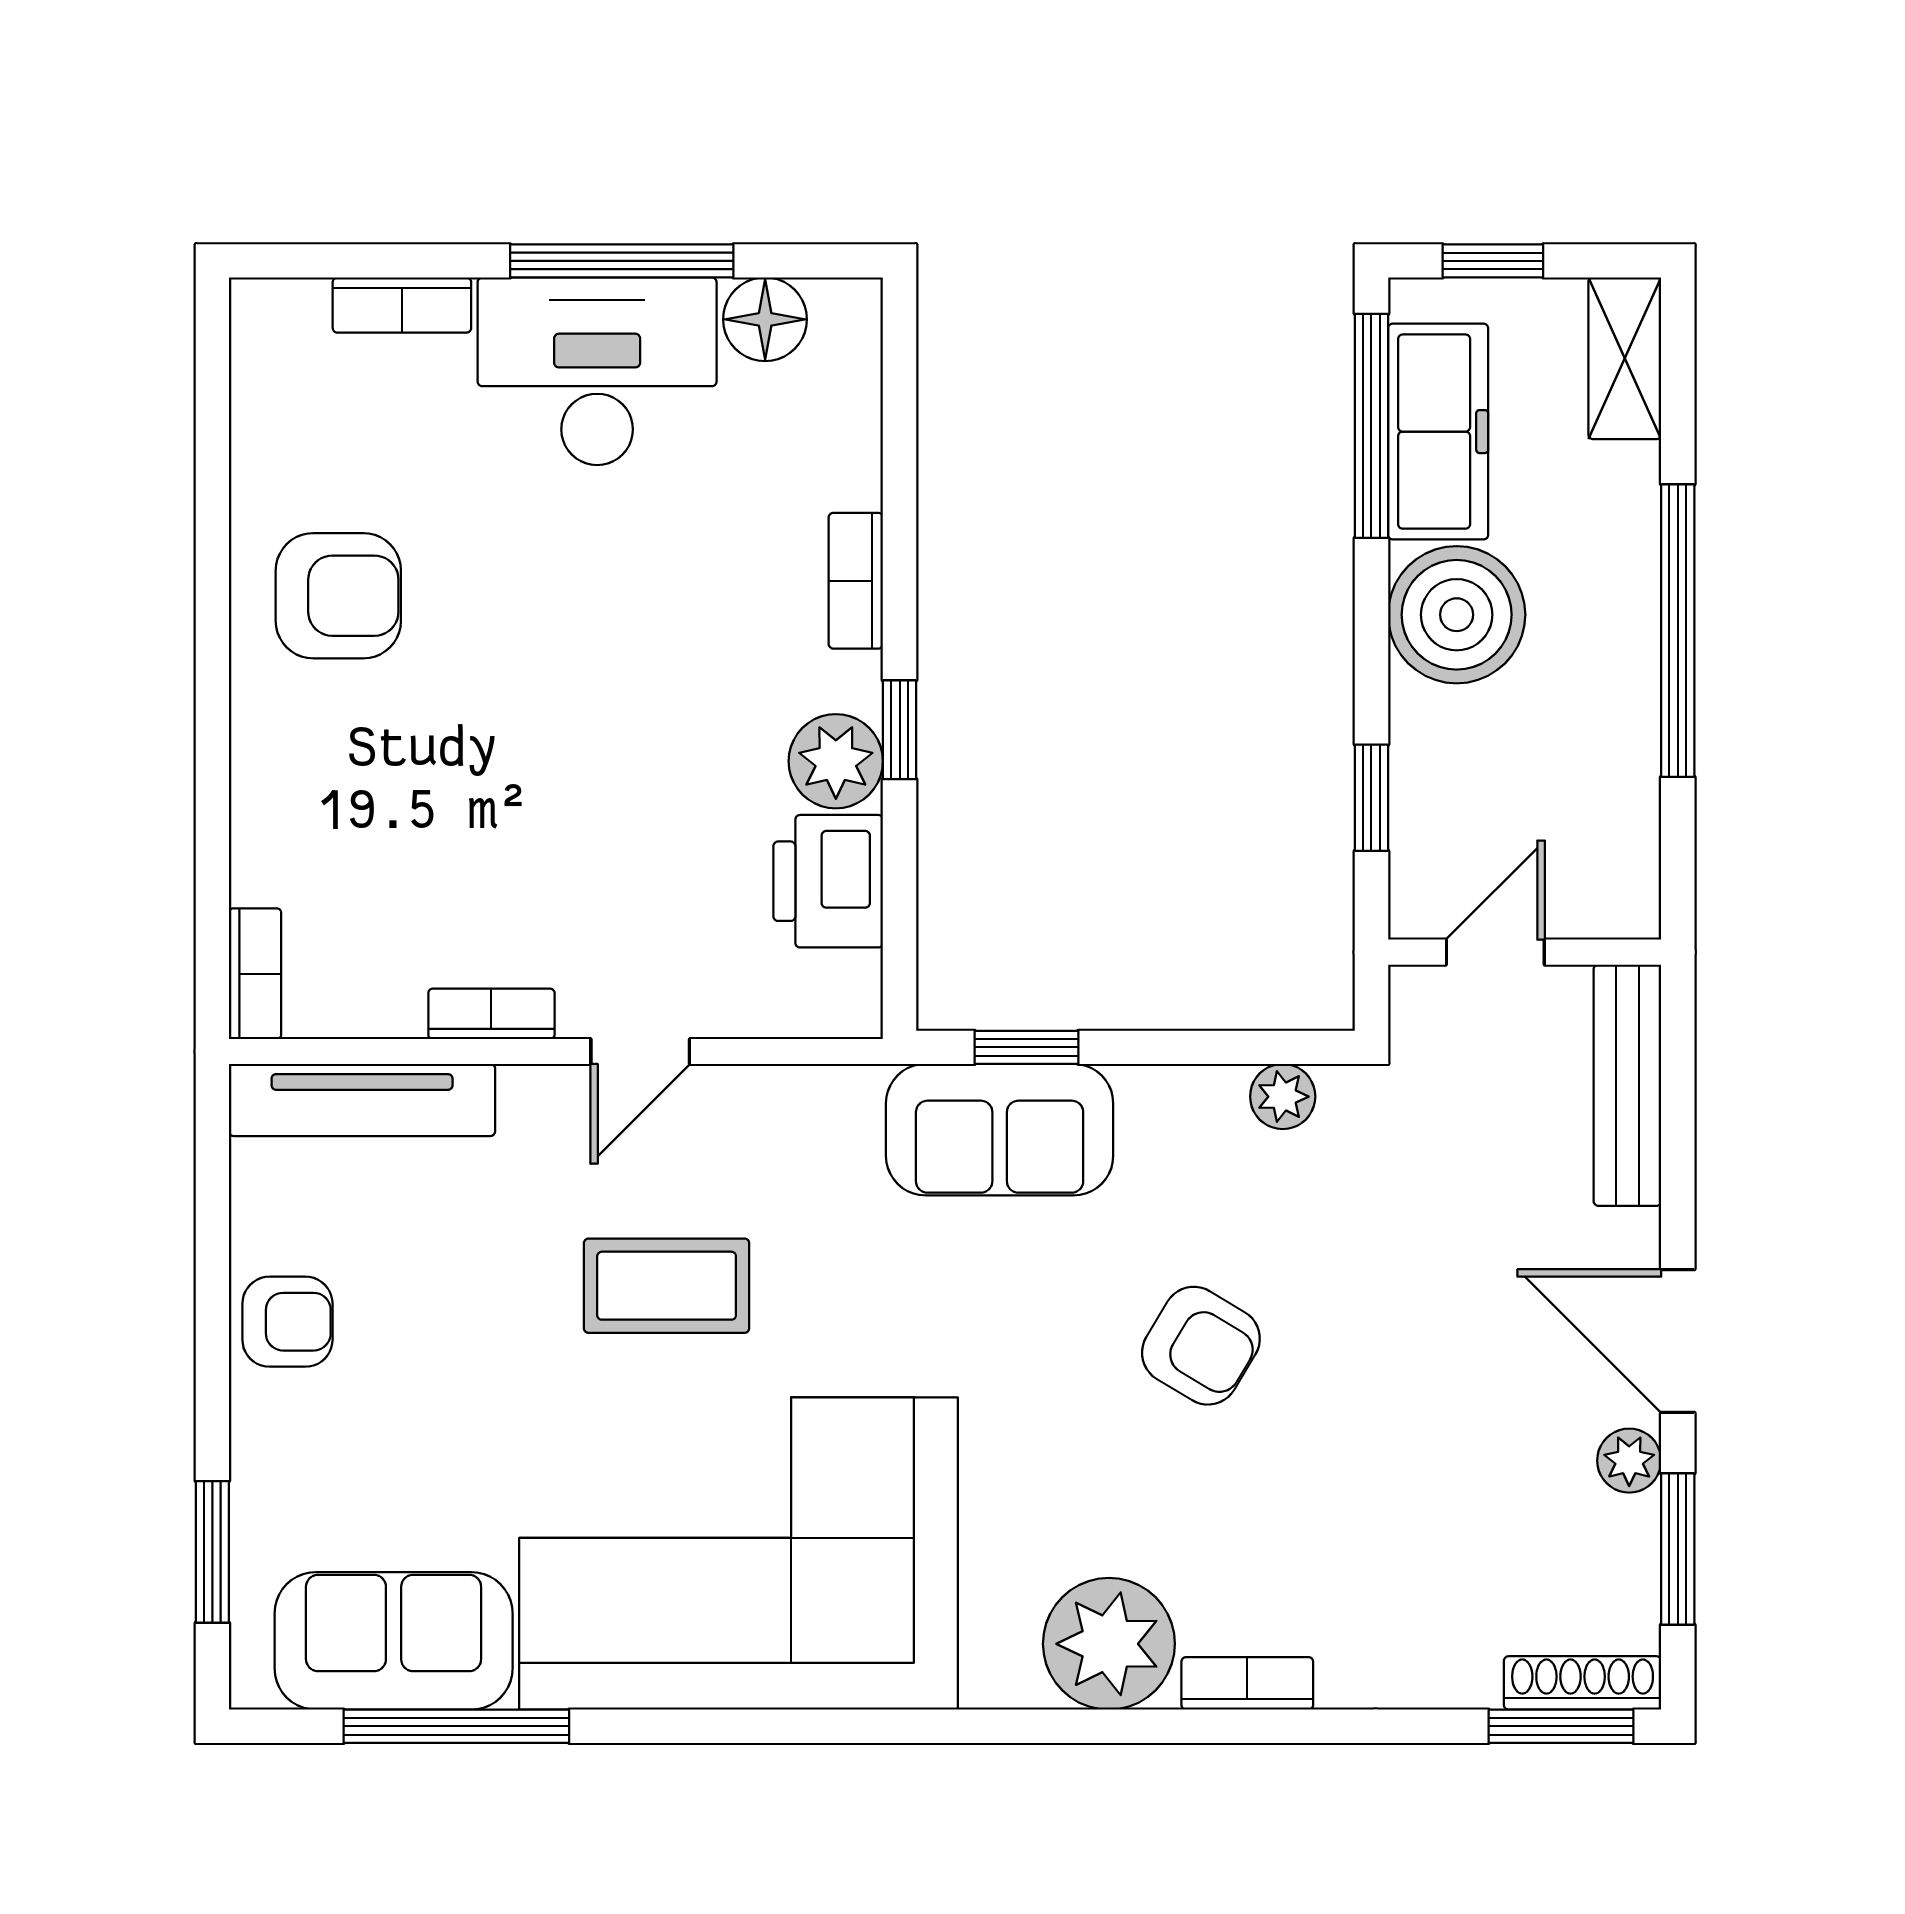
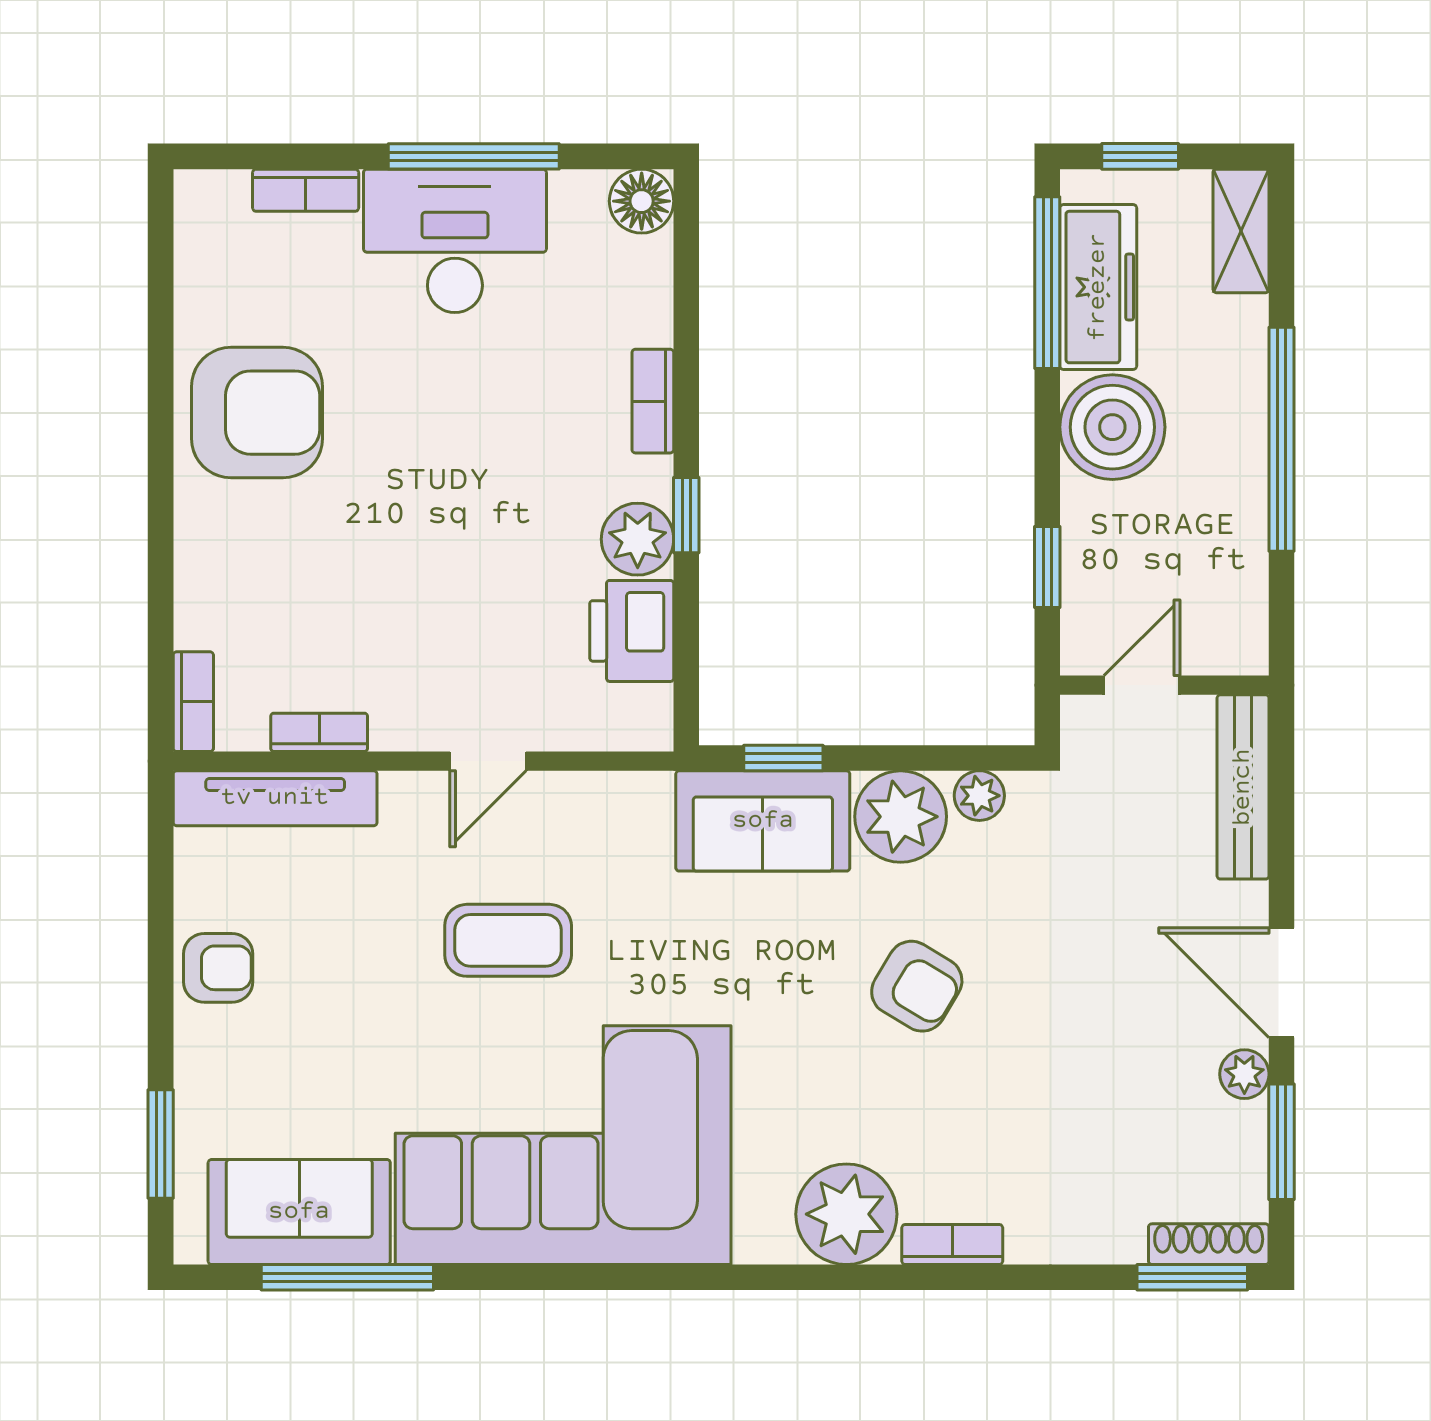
floor lamp: (765, 319) -> (642, 201), moved
armchair: (338, 596) -> (257, 413), width x1.36, depth x1.36
bookcase: (491, 1014) -> (319, 732), moved
plant: (1180, 1124) -> (901, 817), added

